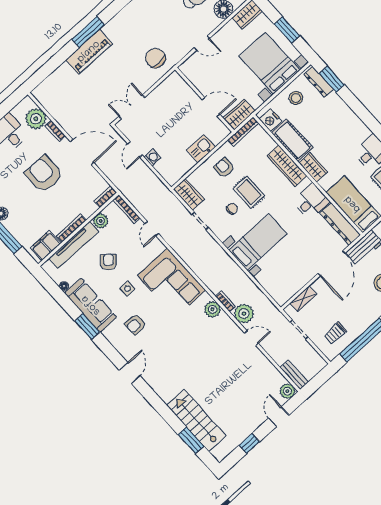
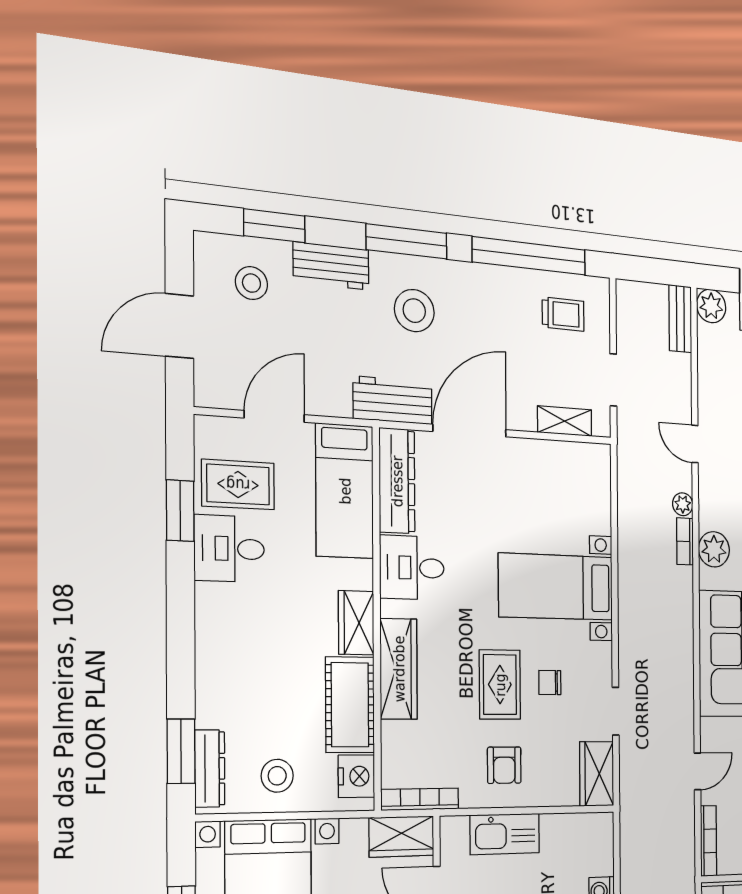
kitchen sink: (201, 149) -> (505, 834), width x1.38
plant: (244, 314) -> (683, 504), width x0.53, depth x0.53

